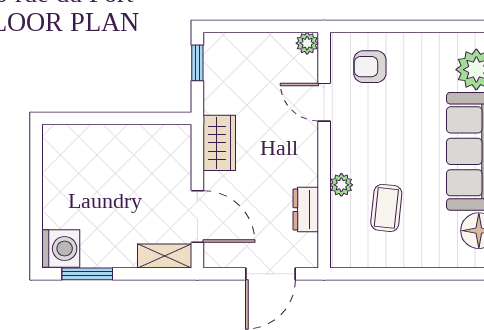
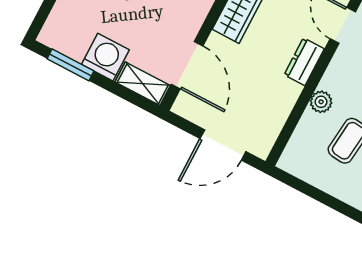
dresser: (306, 210) -> (304, 62), moved
washing machine: (61, 249) -> (105, 57), moved, turned -90

